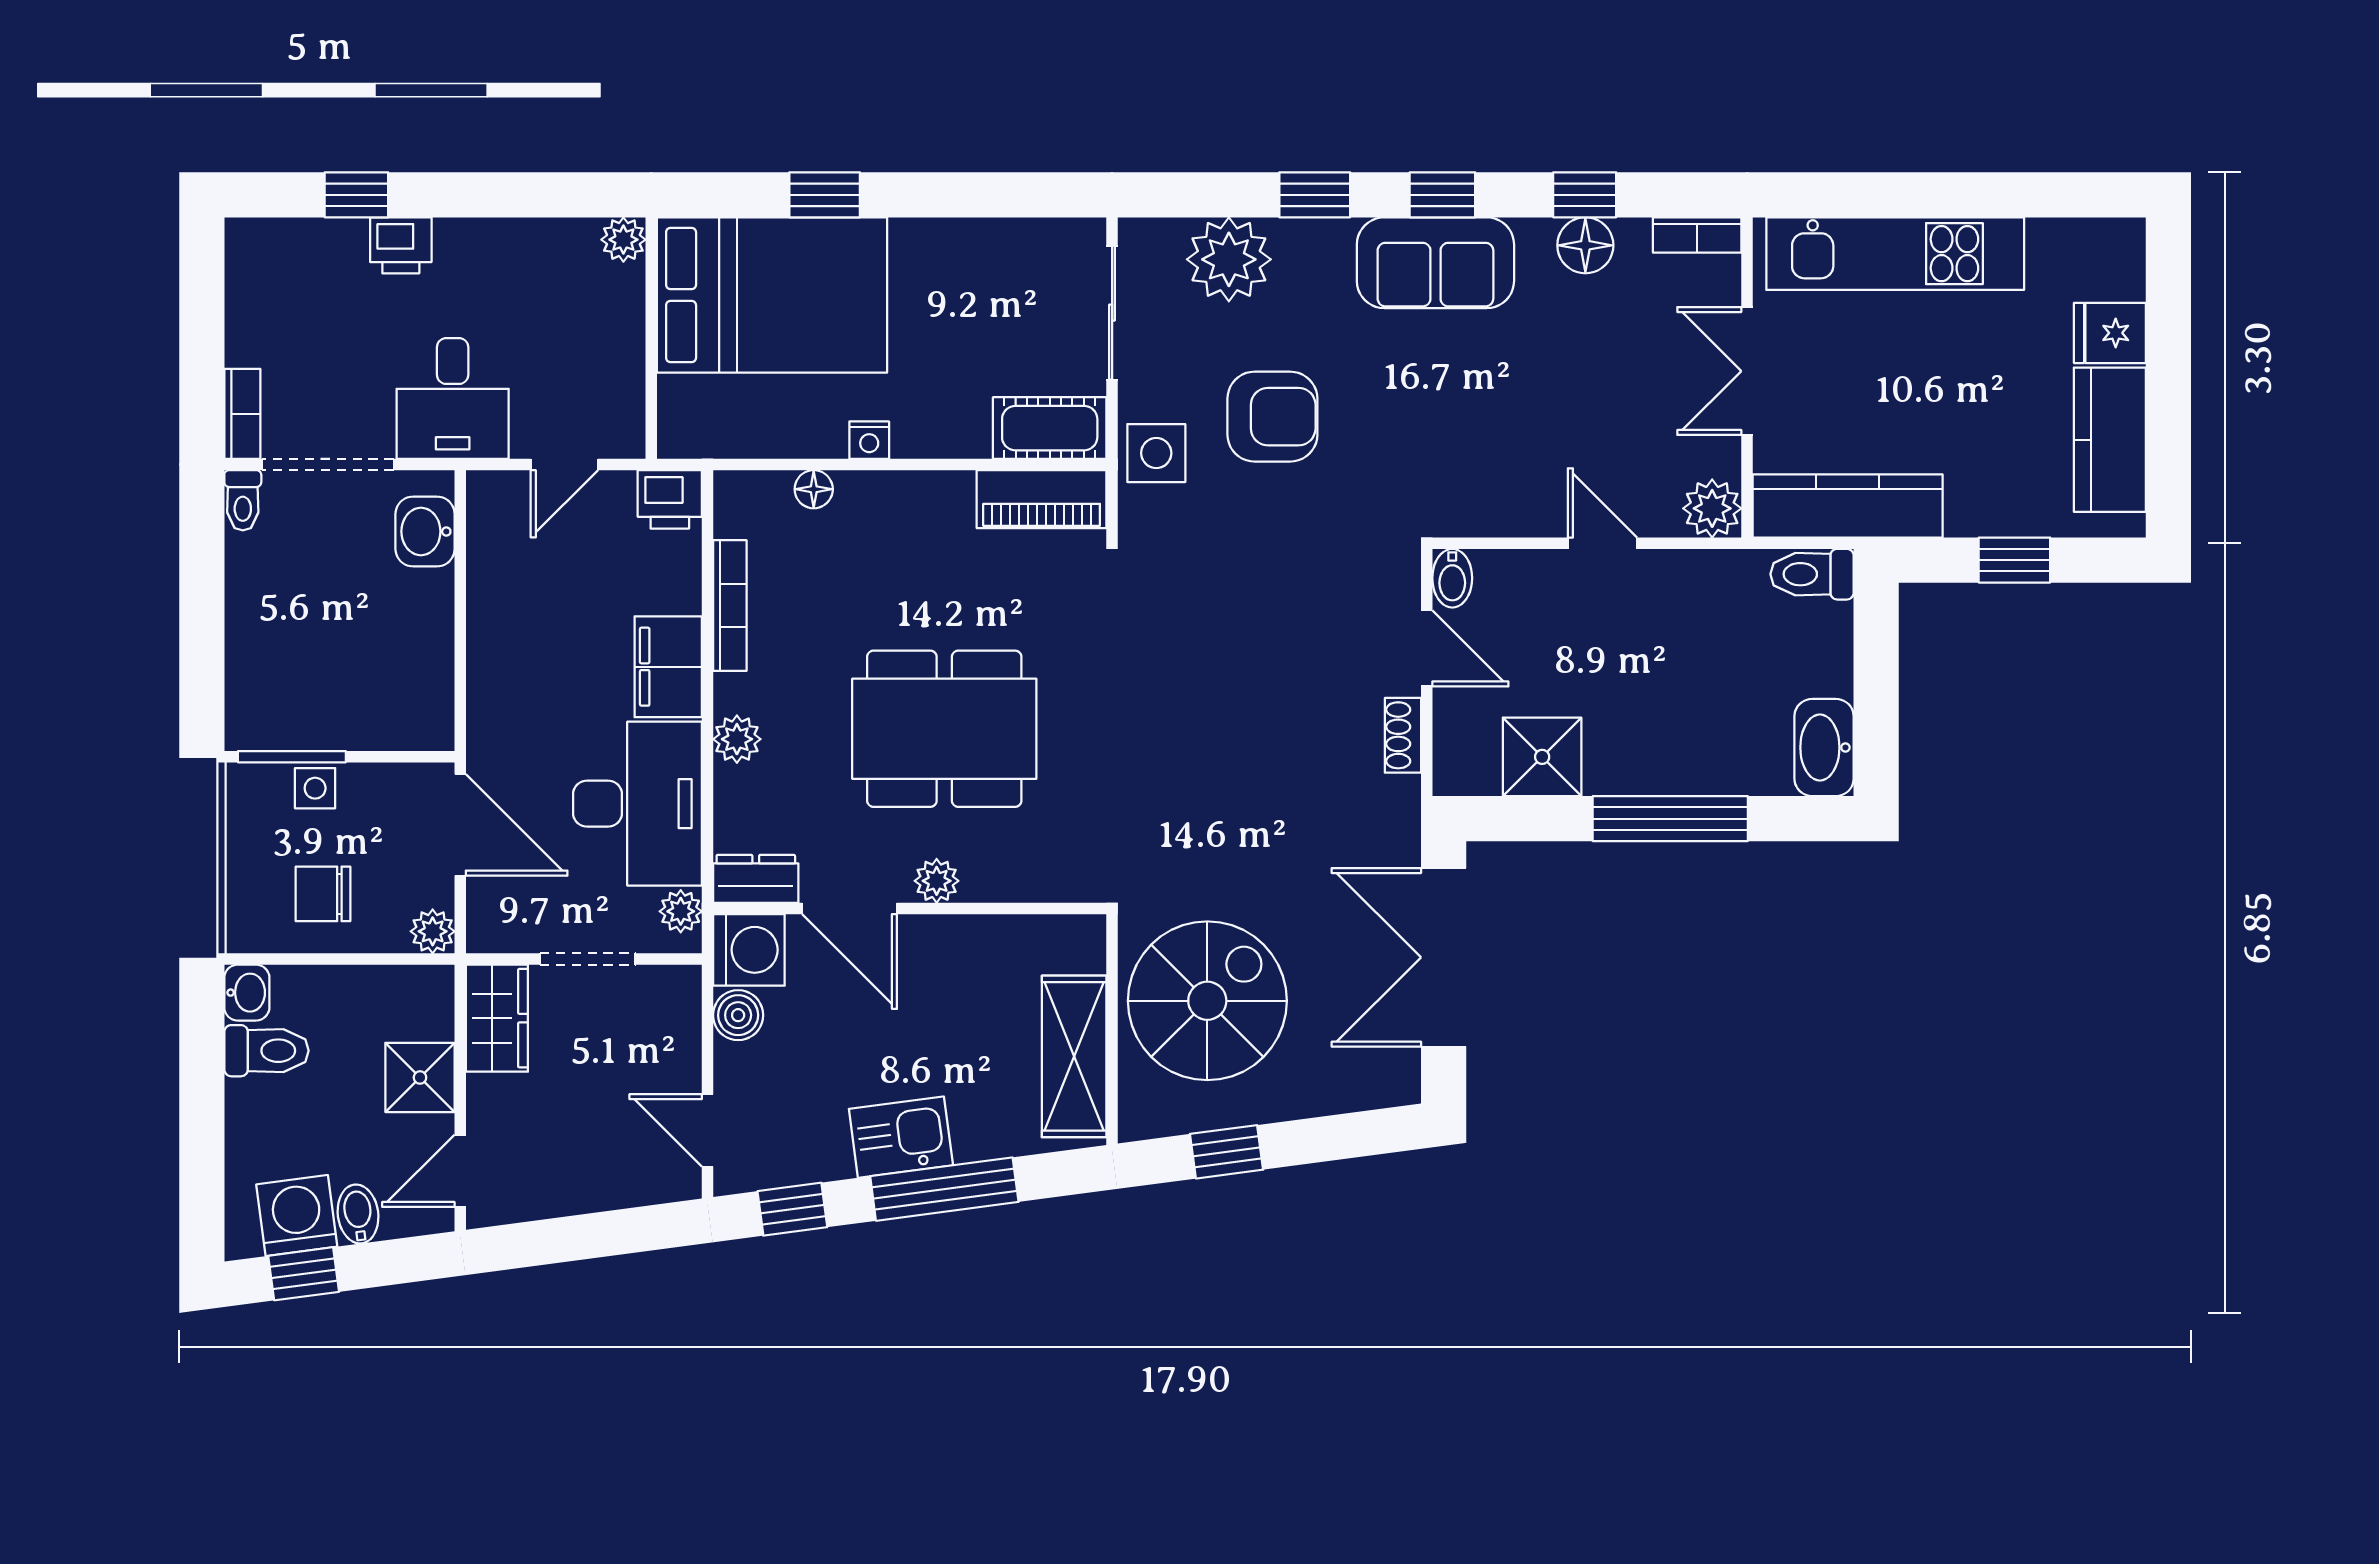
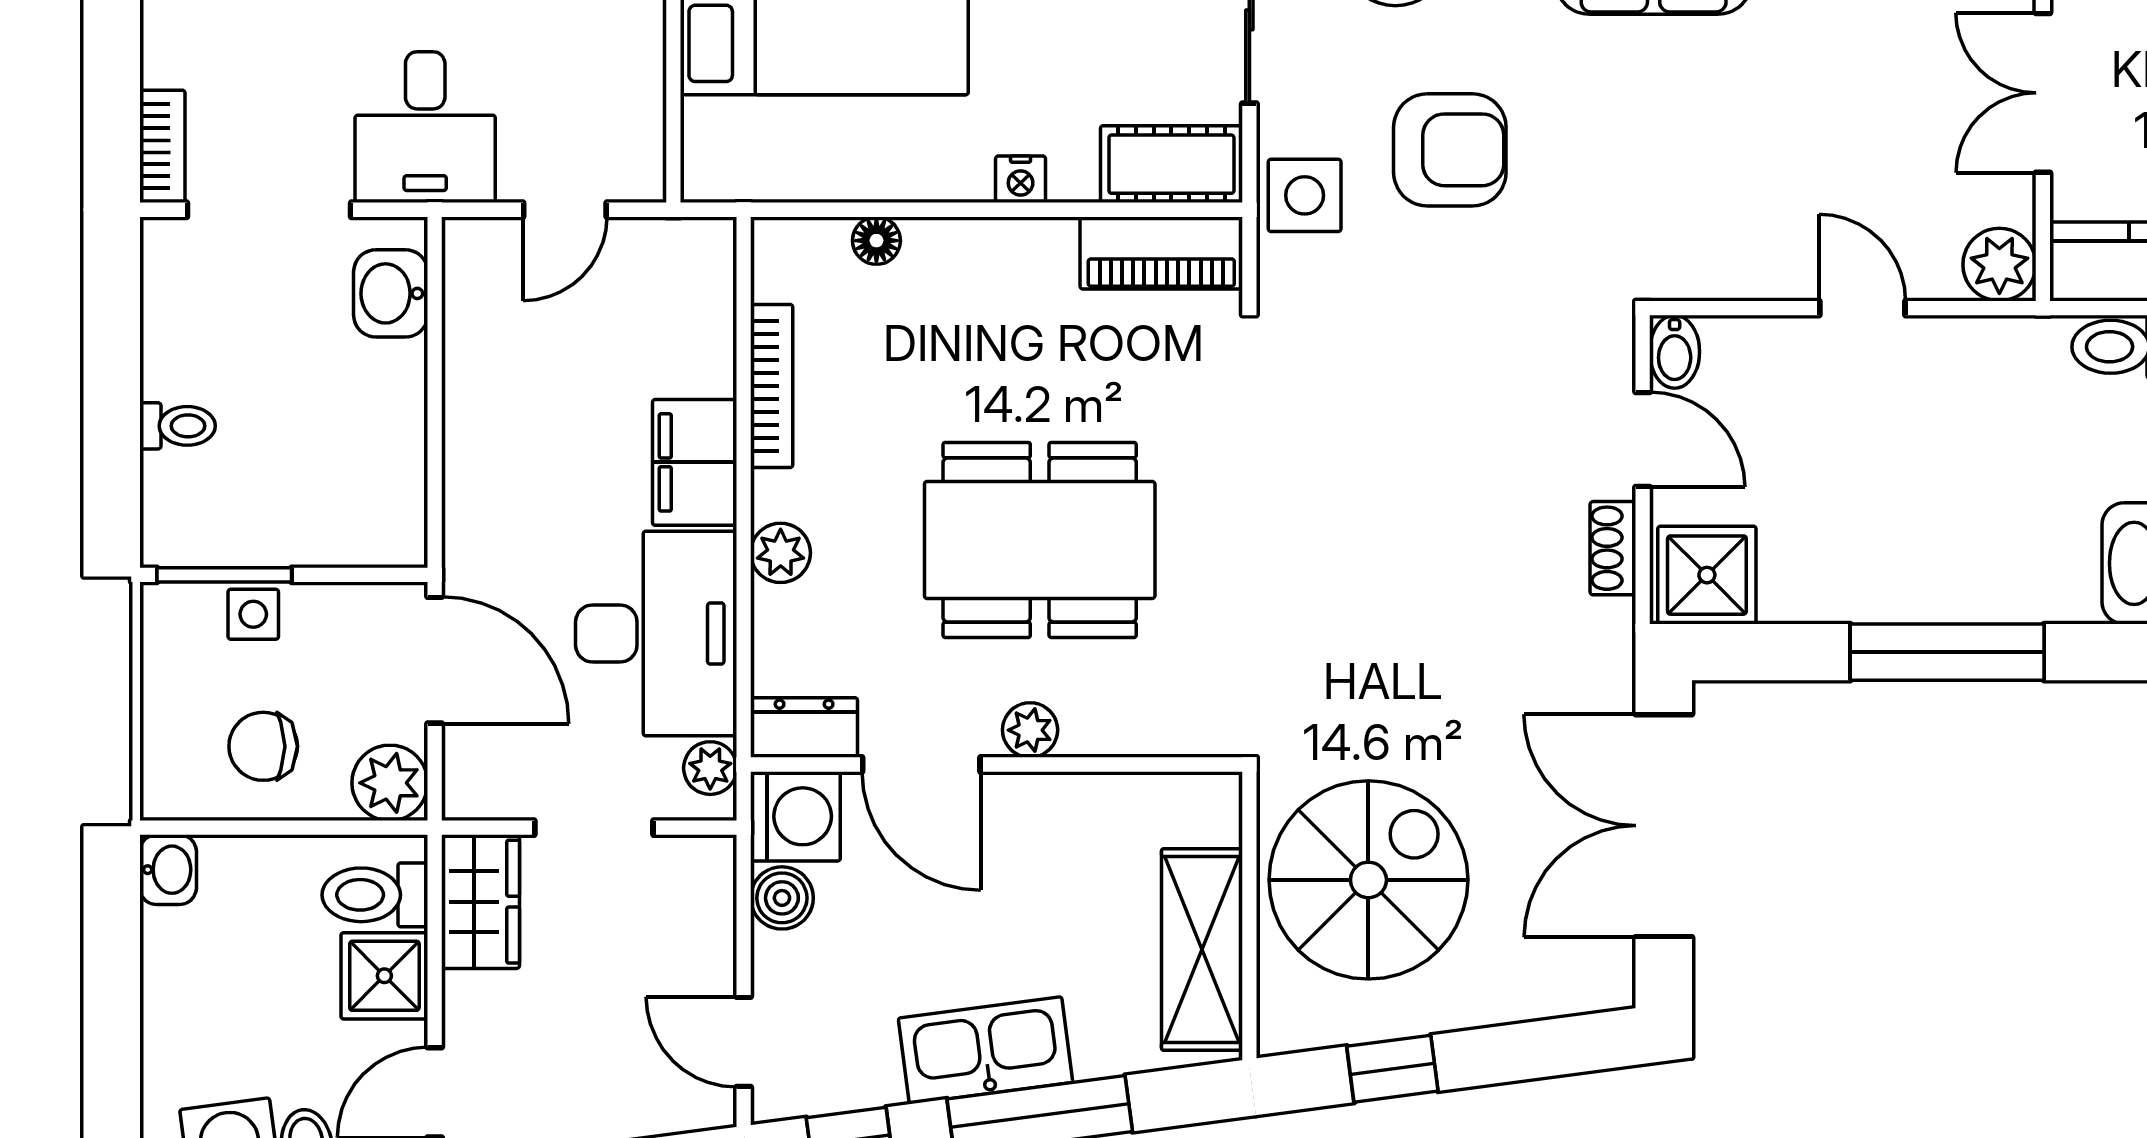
nightstand: (869, 440) -> (1021, 179), moved
printer: (670, 499) -> (697, 253), removed
toilet: (243, 500) -> (177, 426), moved, turned -90
shower: (1542, 757) -> (1707, 575), moved
plant: (433, 931) -> (390, 783), width x1.38, depth x1.38
toilet: (266, 1051) -> (375, 895), moved, turned 180
kitchen sink: (901, 1137) -> (986, 1050), width x1.38

